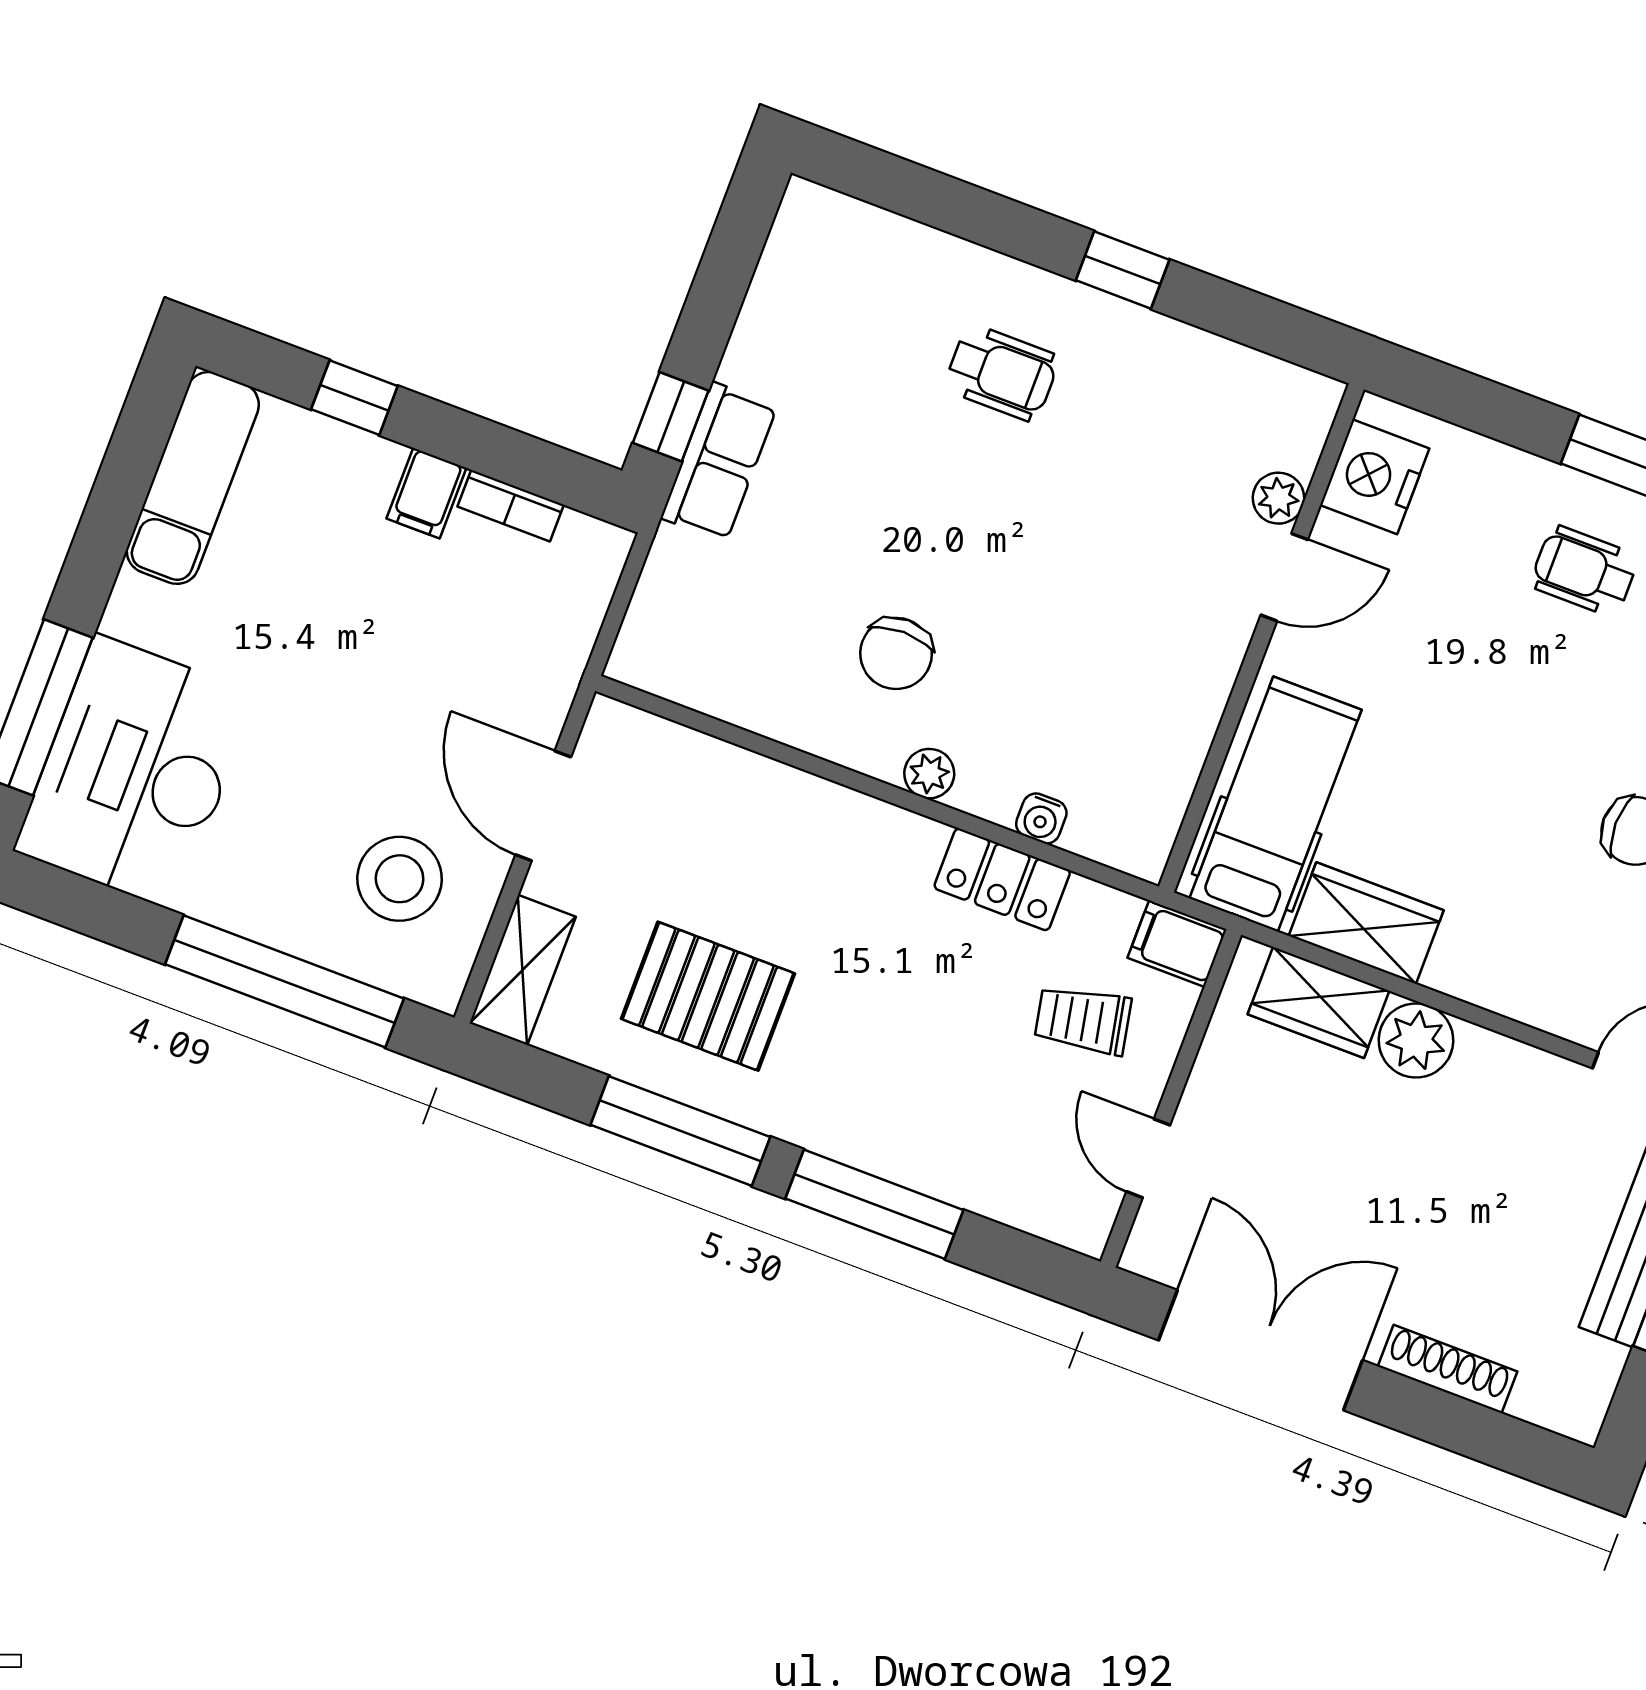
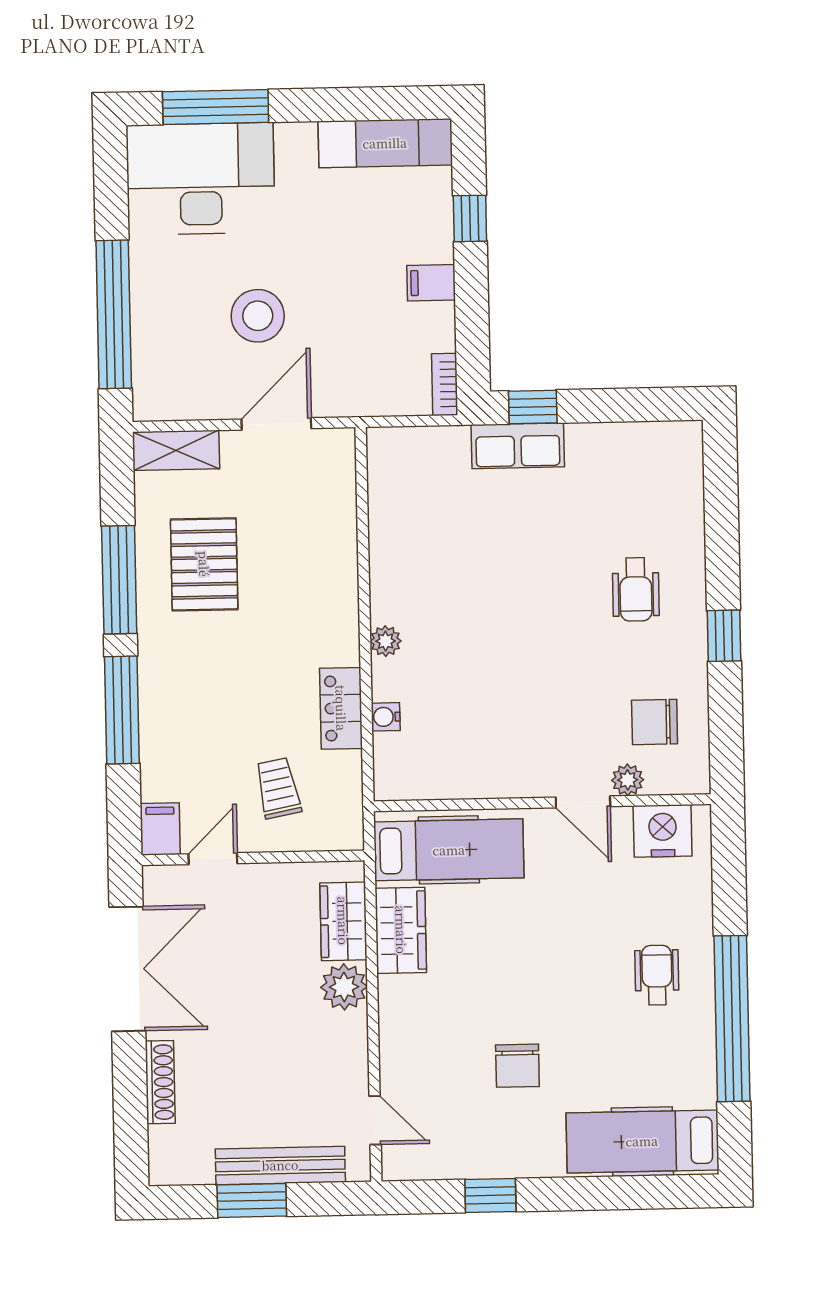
bookcase: (511, 506) -> (445, 384), moved
chair: (896, 653) -> (655, 722), moved
stool: (400, 879) -> (258, 316), moved
filing cabinet: (1177, 944) -> (160, 829), moved

